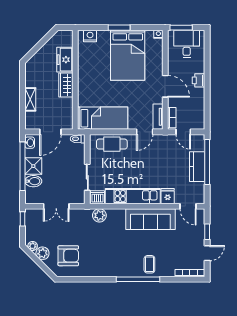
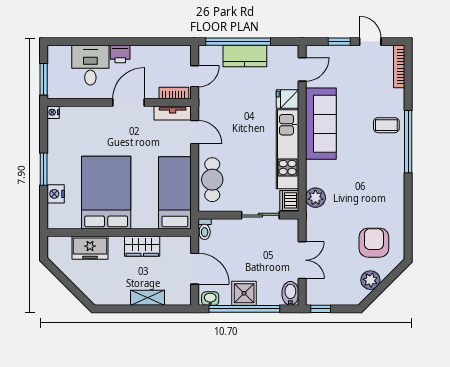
nightstand: (90, 36) -> (56, 194), moved
desk: (187, 44) -> (90, 65), moved, turned 90
bed: (128, 55) -> (106, 193), moved, turned -90
wardrobe: (66, 85) -> (142, 246), moved
bidet: (33, 181) -> (290, 293), moved
plant: (33, 246) -> (360, 294), removed

